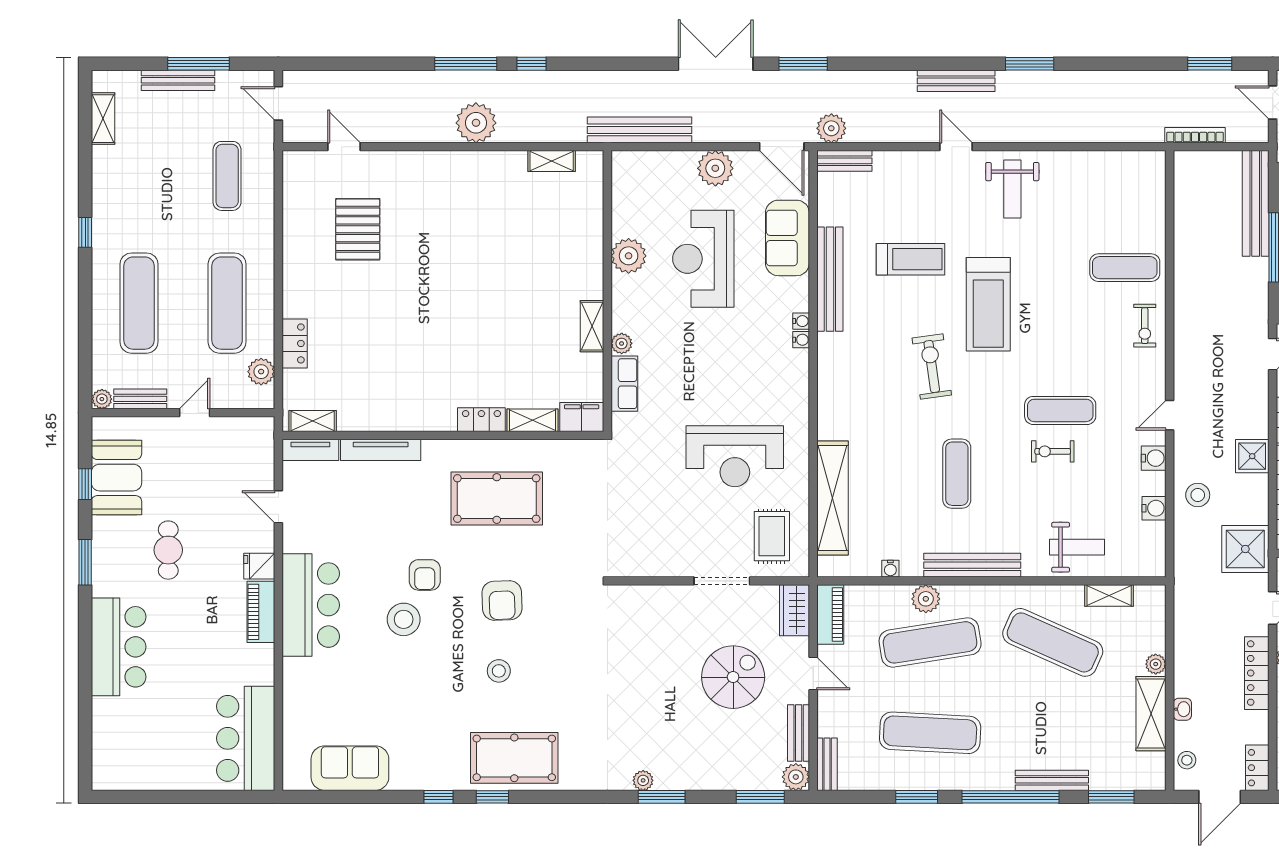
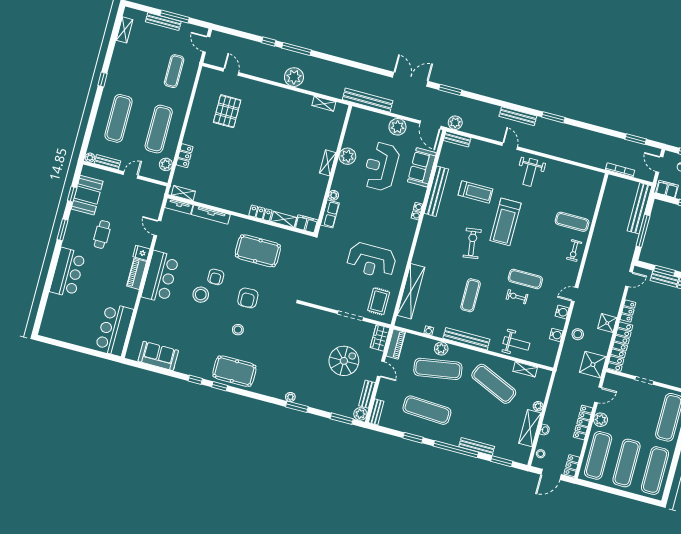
window: (532, 64) -> (269, 42), moved
shelving: (592, 326) -> (328, 163), moved

